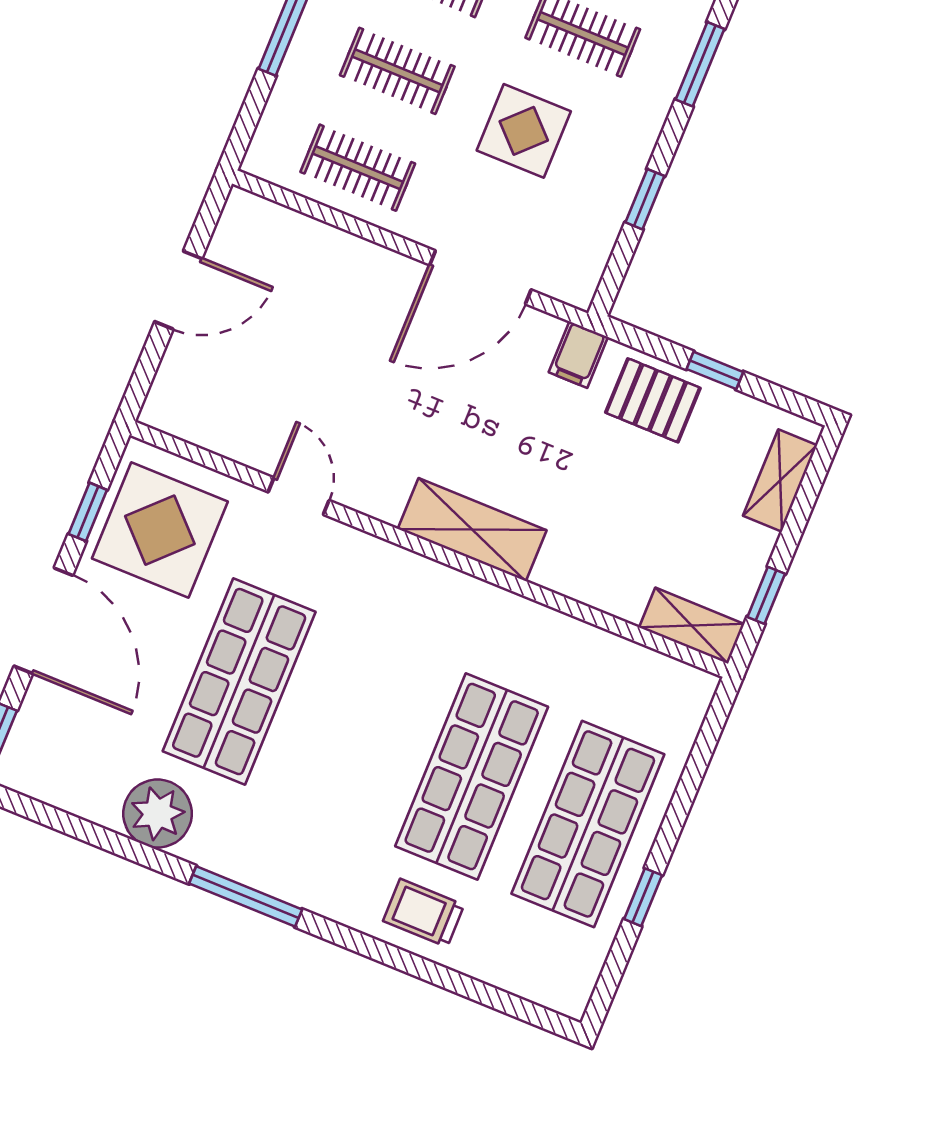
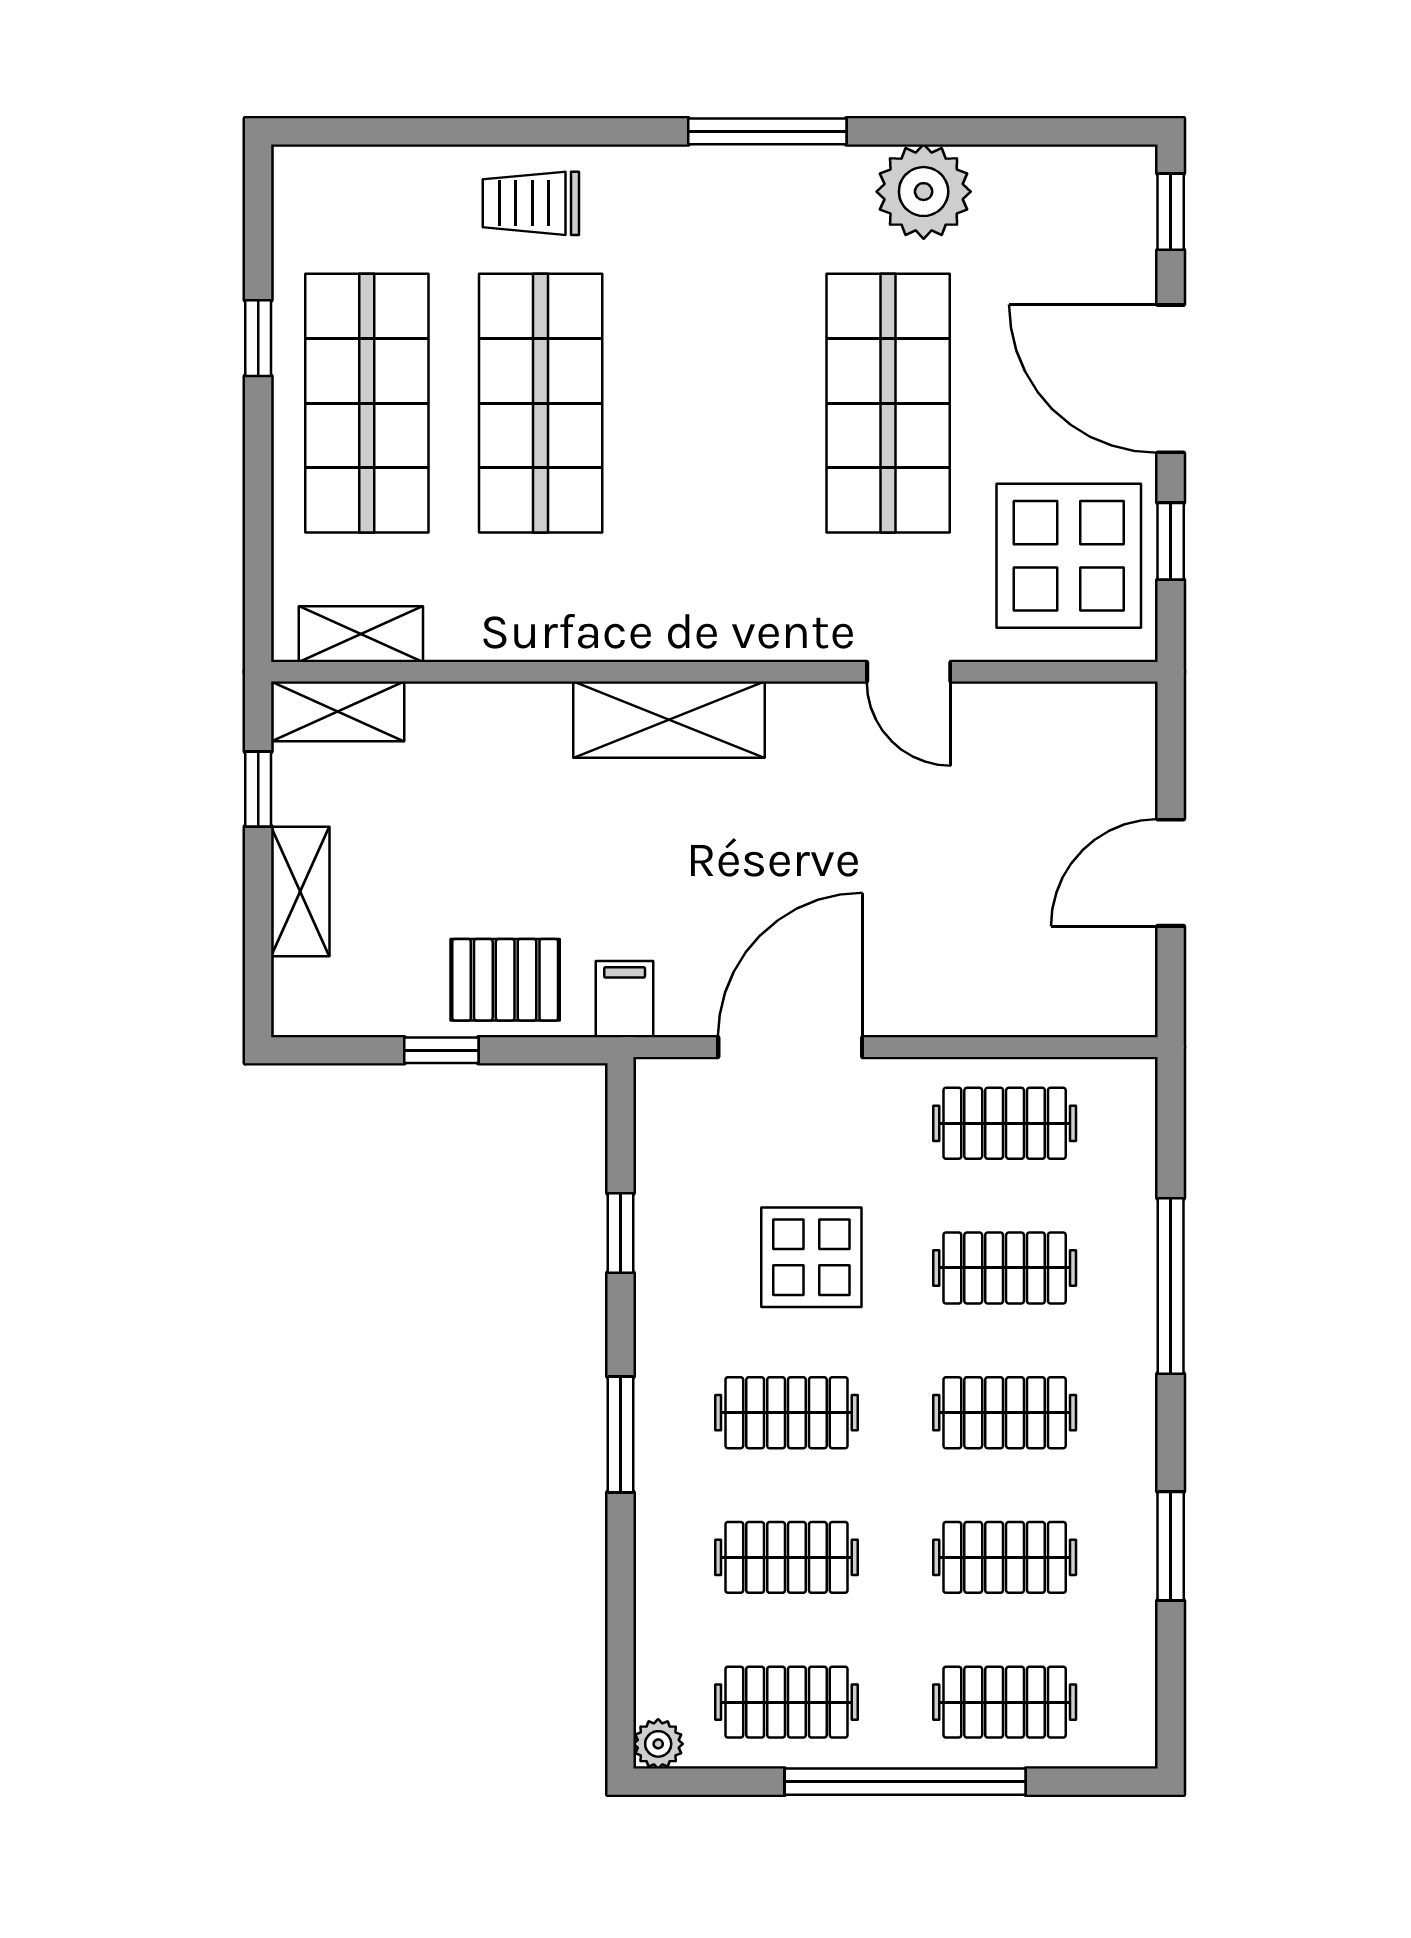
shelving: (780, 481) -> (300, 891), moved
shelving: (655, 671) -> (361, 634), added
trolley: (424, 913) -> (531, 203), turned 180

